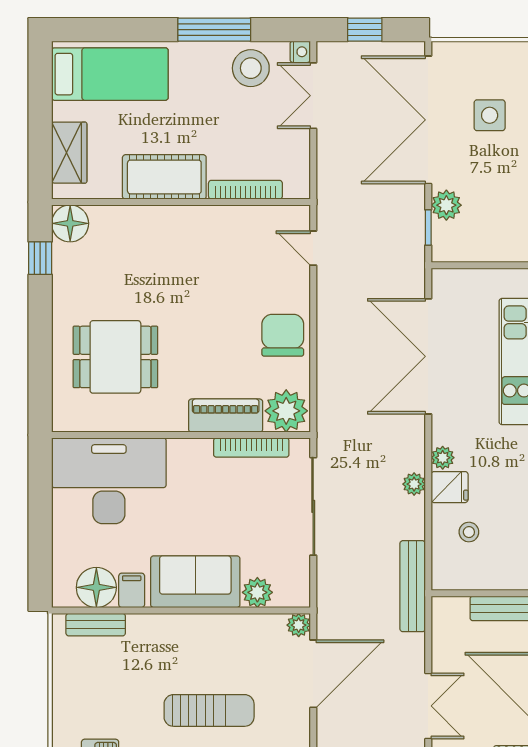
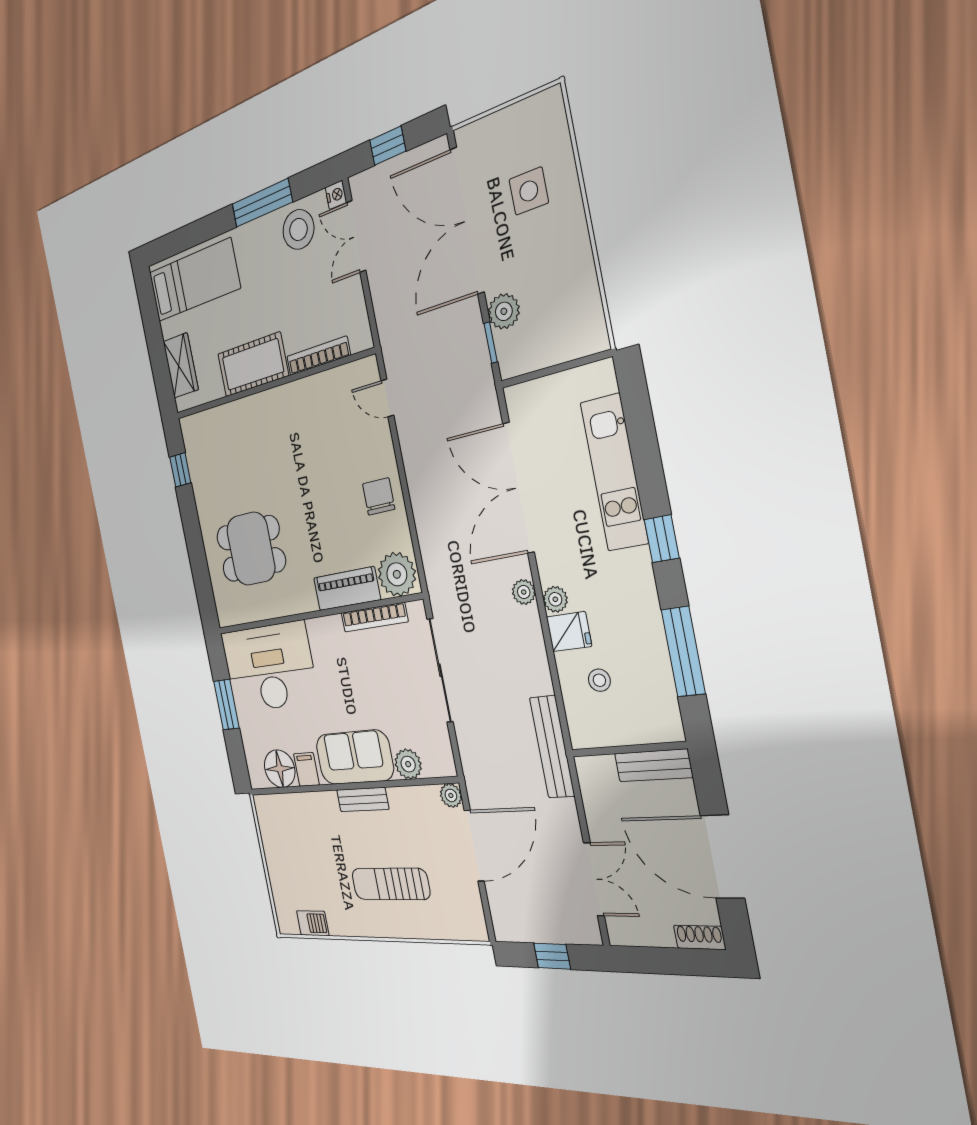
floor lamp: (70, 223) -> (194, 432), removed
chair: (283, 335) -> (379, 497), width x0.73, depth x0.73
plant: (414, 484) -> (524, 592), moved
window: (40, 514) -> (226, 705), added
bench: (96, 625) -> (363, 800), moved
sun lounger: (209, 710) -> (390, 884), turned 180

